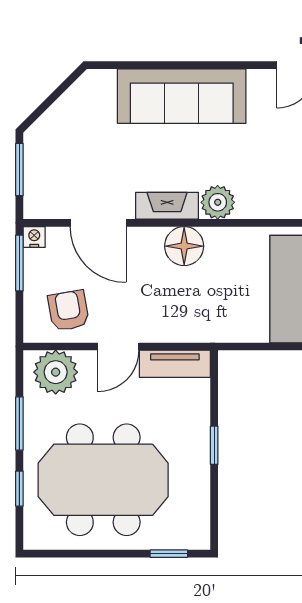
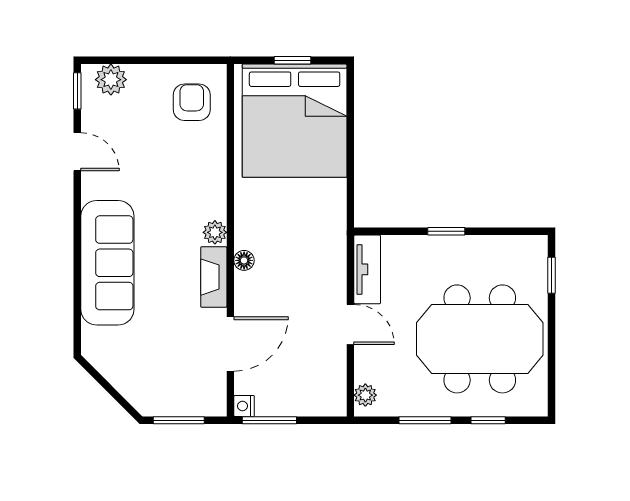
plant: (218, 202) -> (215, 232), width x0.73, depth x0.73
floor lamp: (184, 246) -> (244, 260), width x0.53, depth x0.53
armchair: (68, 311) -> (316, 373), removed
plant: (56, 372) -> (365, 395), width x0.53, depth x0.53
meeting table: (103, 480) -> (480, 339), turned 90

